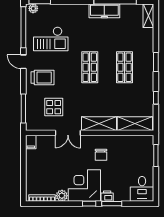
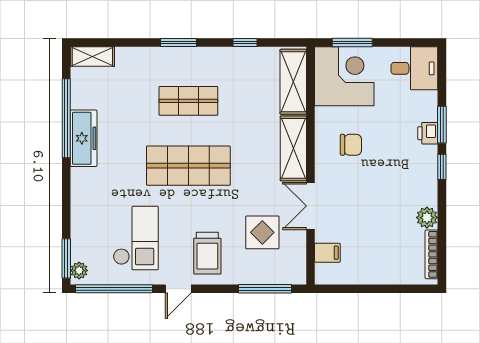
shop shelf: (90, 67) -> (188, 166), width x1.43, depth x1.36
trolley: (43, 77) -> (207, 253), turned 180
double door: (68, 133) -> (310, 206), swing flipped
filing cabinet: (31, 142) -> (327, 253), moved
corner desk: (84, 186) -> (344, 76), moved, turned 180

